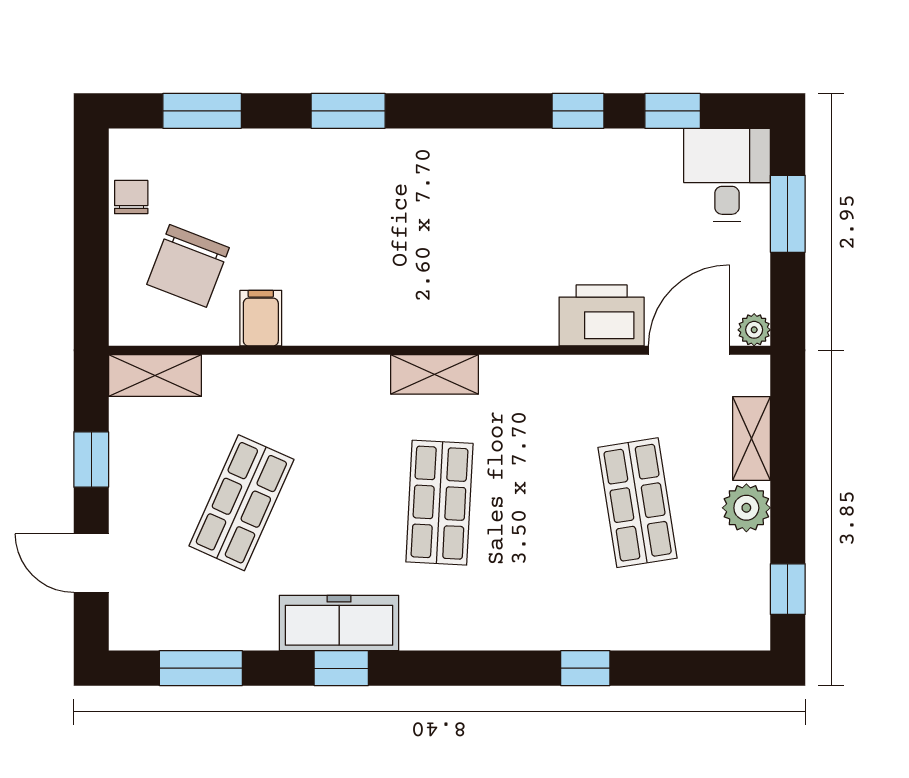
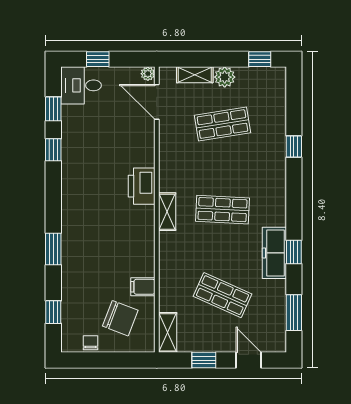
window: (202, 111) -> (53, 312), width x0.67
chair: (131, 197) -> (90, 343), turned 90
window: (788, 214) -> (98, 59), width x0.67
printer: (602, 315) -> (142, 186), moved
door: (91, 563) -> (249, 360), swing flipped

